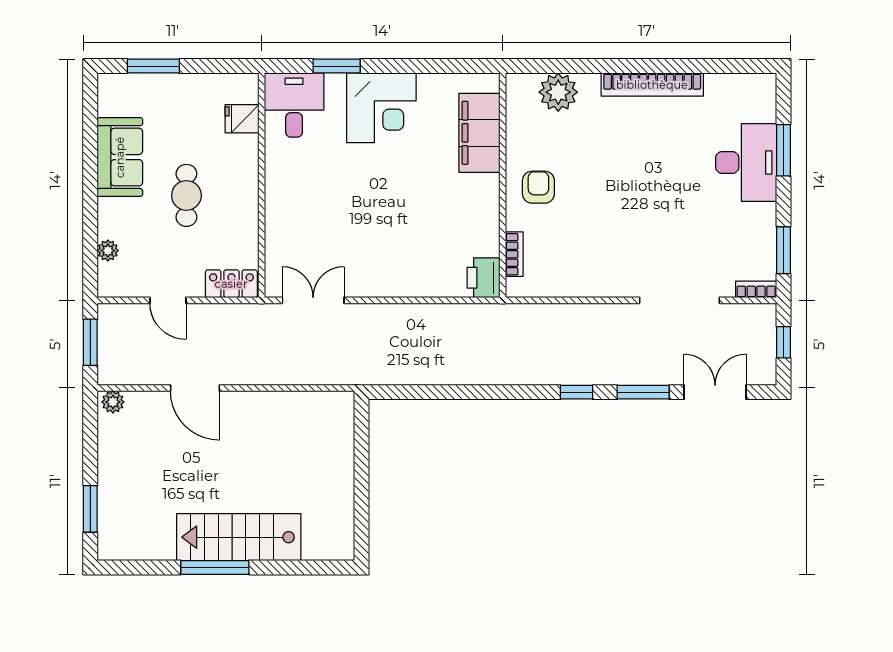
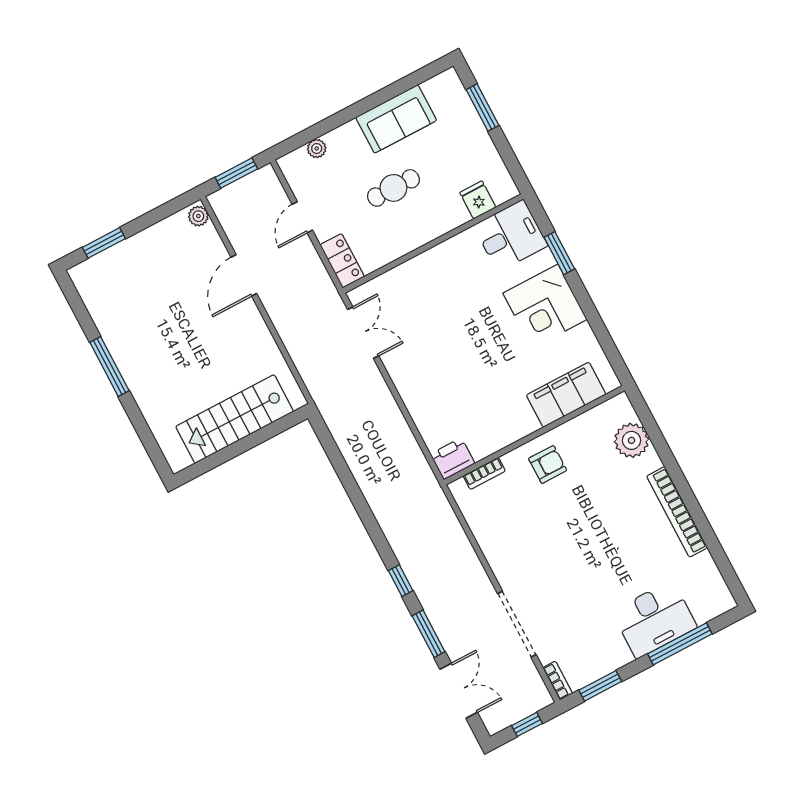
window: (784, 150) -> (680, 644), width x1.44
stairs: (239, 537) -> (235, 419), moved, turned -90

